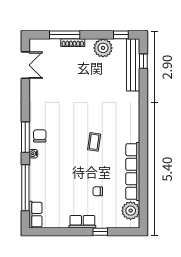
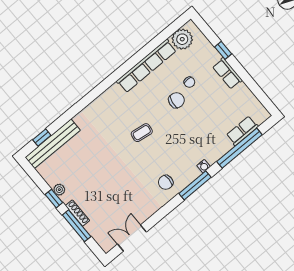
window: (121, 35) -> (54, 199), moved
plant: (103, 48) -> (59, 190), width x0.53, depth x0.53
chair: (40, 136) -> (166, 182), moved
coffee table: (94, 142) -> (142, 133), moved
chair: (93, 172) -> (176, 100), added
row of seats: (35, 215) -> (242, 131), moved

